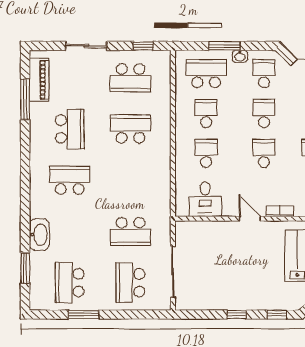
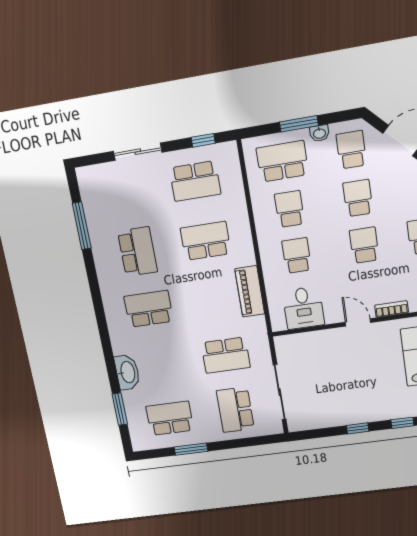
piano: (39, 80) -> (250, 291), moved, turned 180
school desk: (70, 283) -> (170, 418), turned 90

